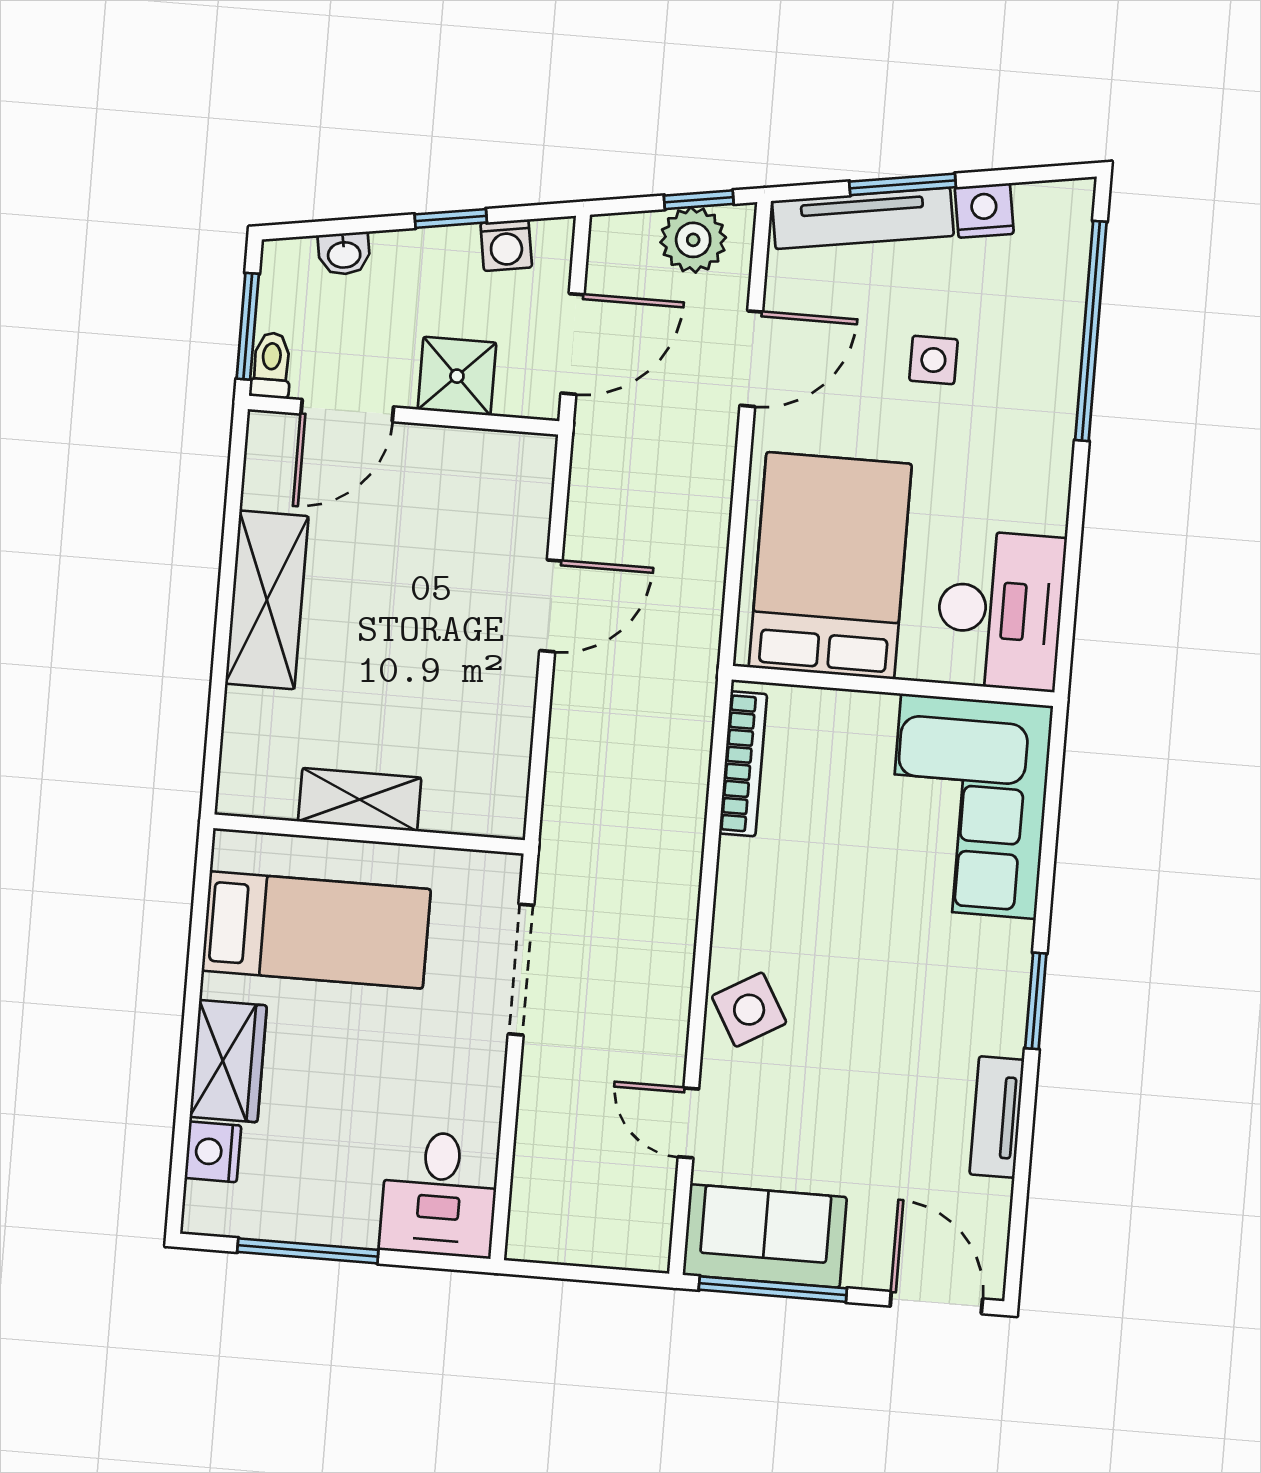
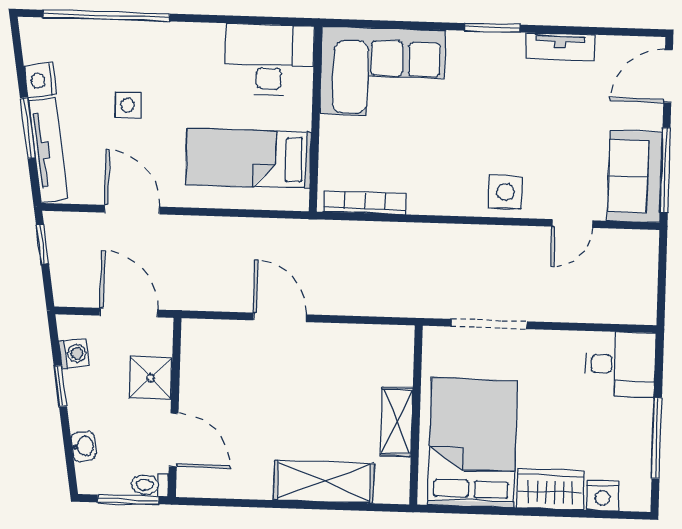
plant: (693, 240) -> (66, 246), removed
bed: (830, 566) -> (249, 158), width x0.67
shelving: (267, 600) -> (324, 482), moved
bed: (316, 930) -> (472, 443), width x1.50
side table: (749, 1010) -> (506, 192), turned 30

